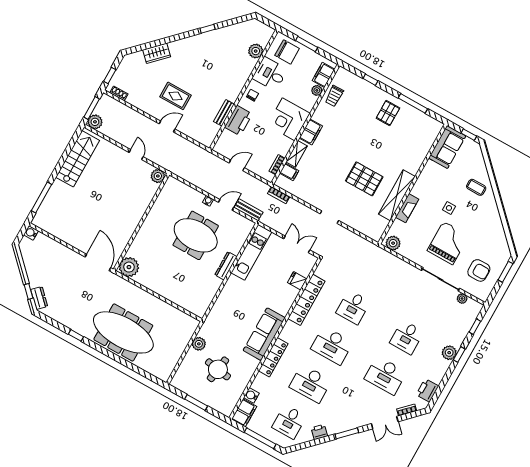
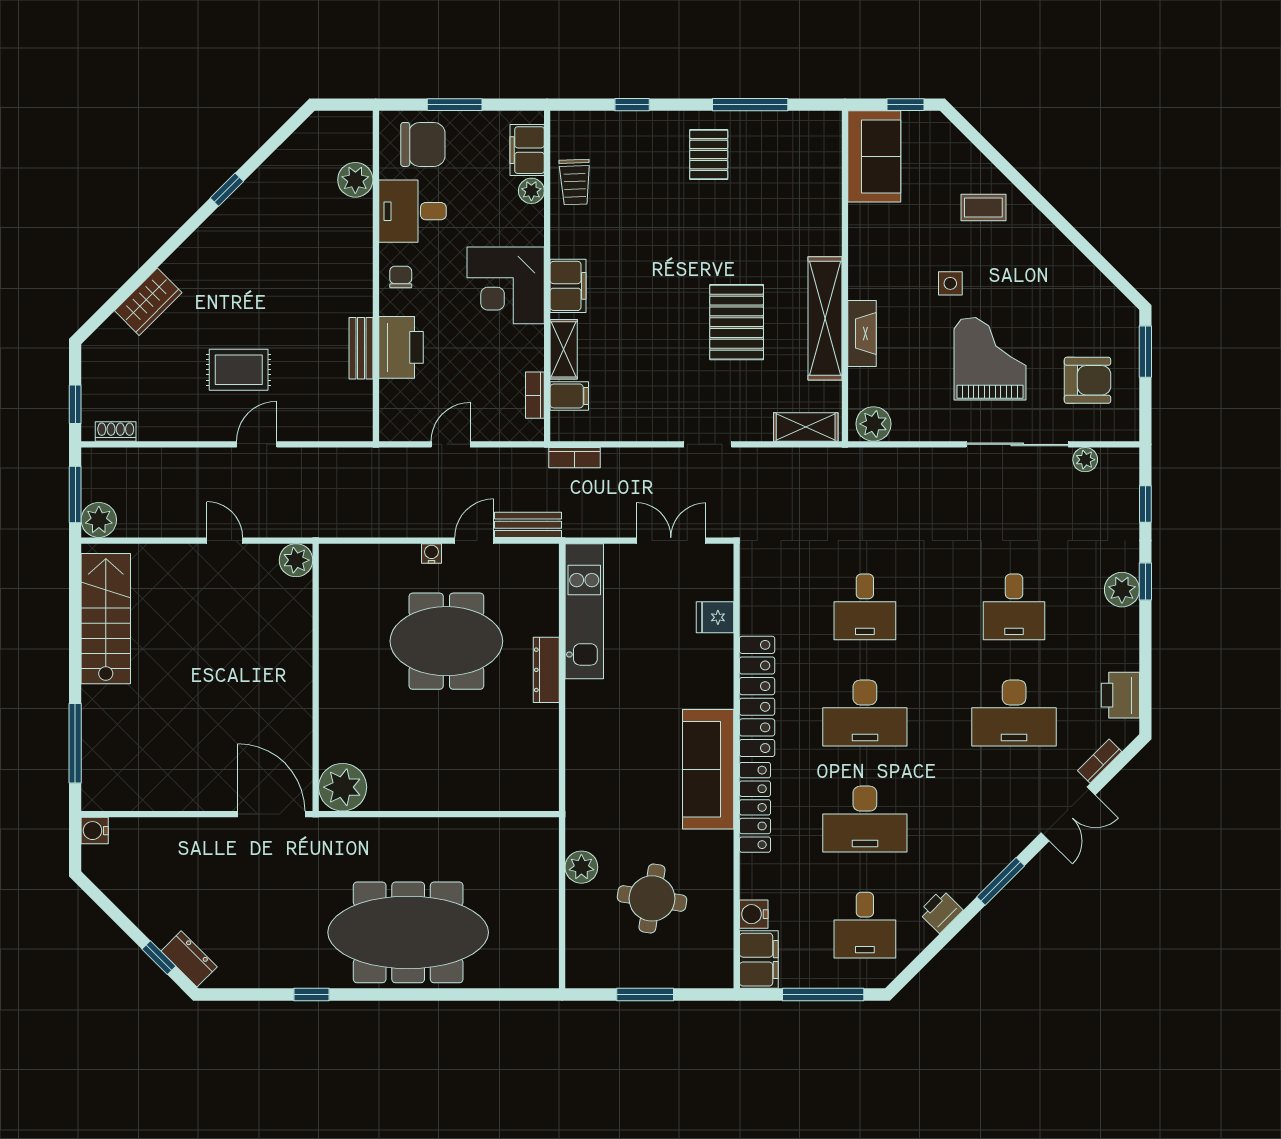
pallet: (364, 179) -> (737, 322), turned 90
shelving: (368, 231) -> (806, 427), added
locker: (306, 300) -> (757, 696), moved

